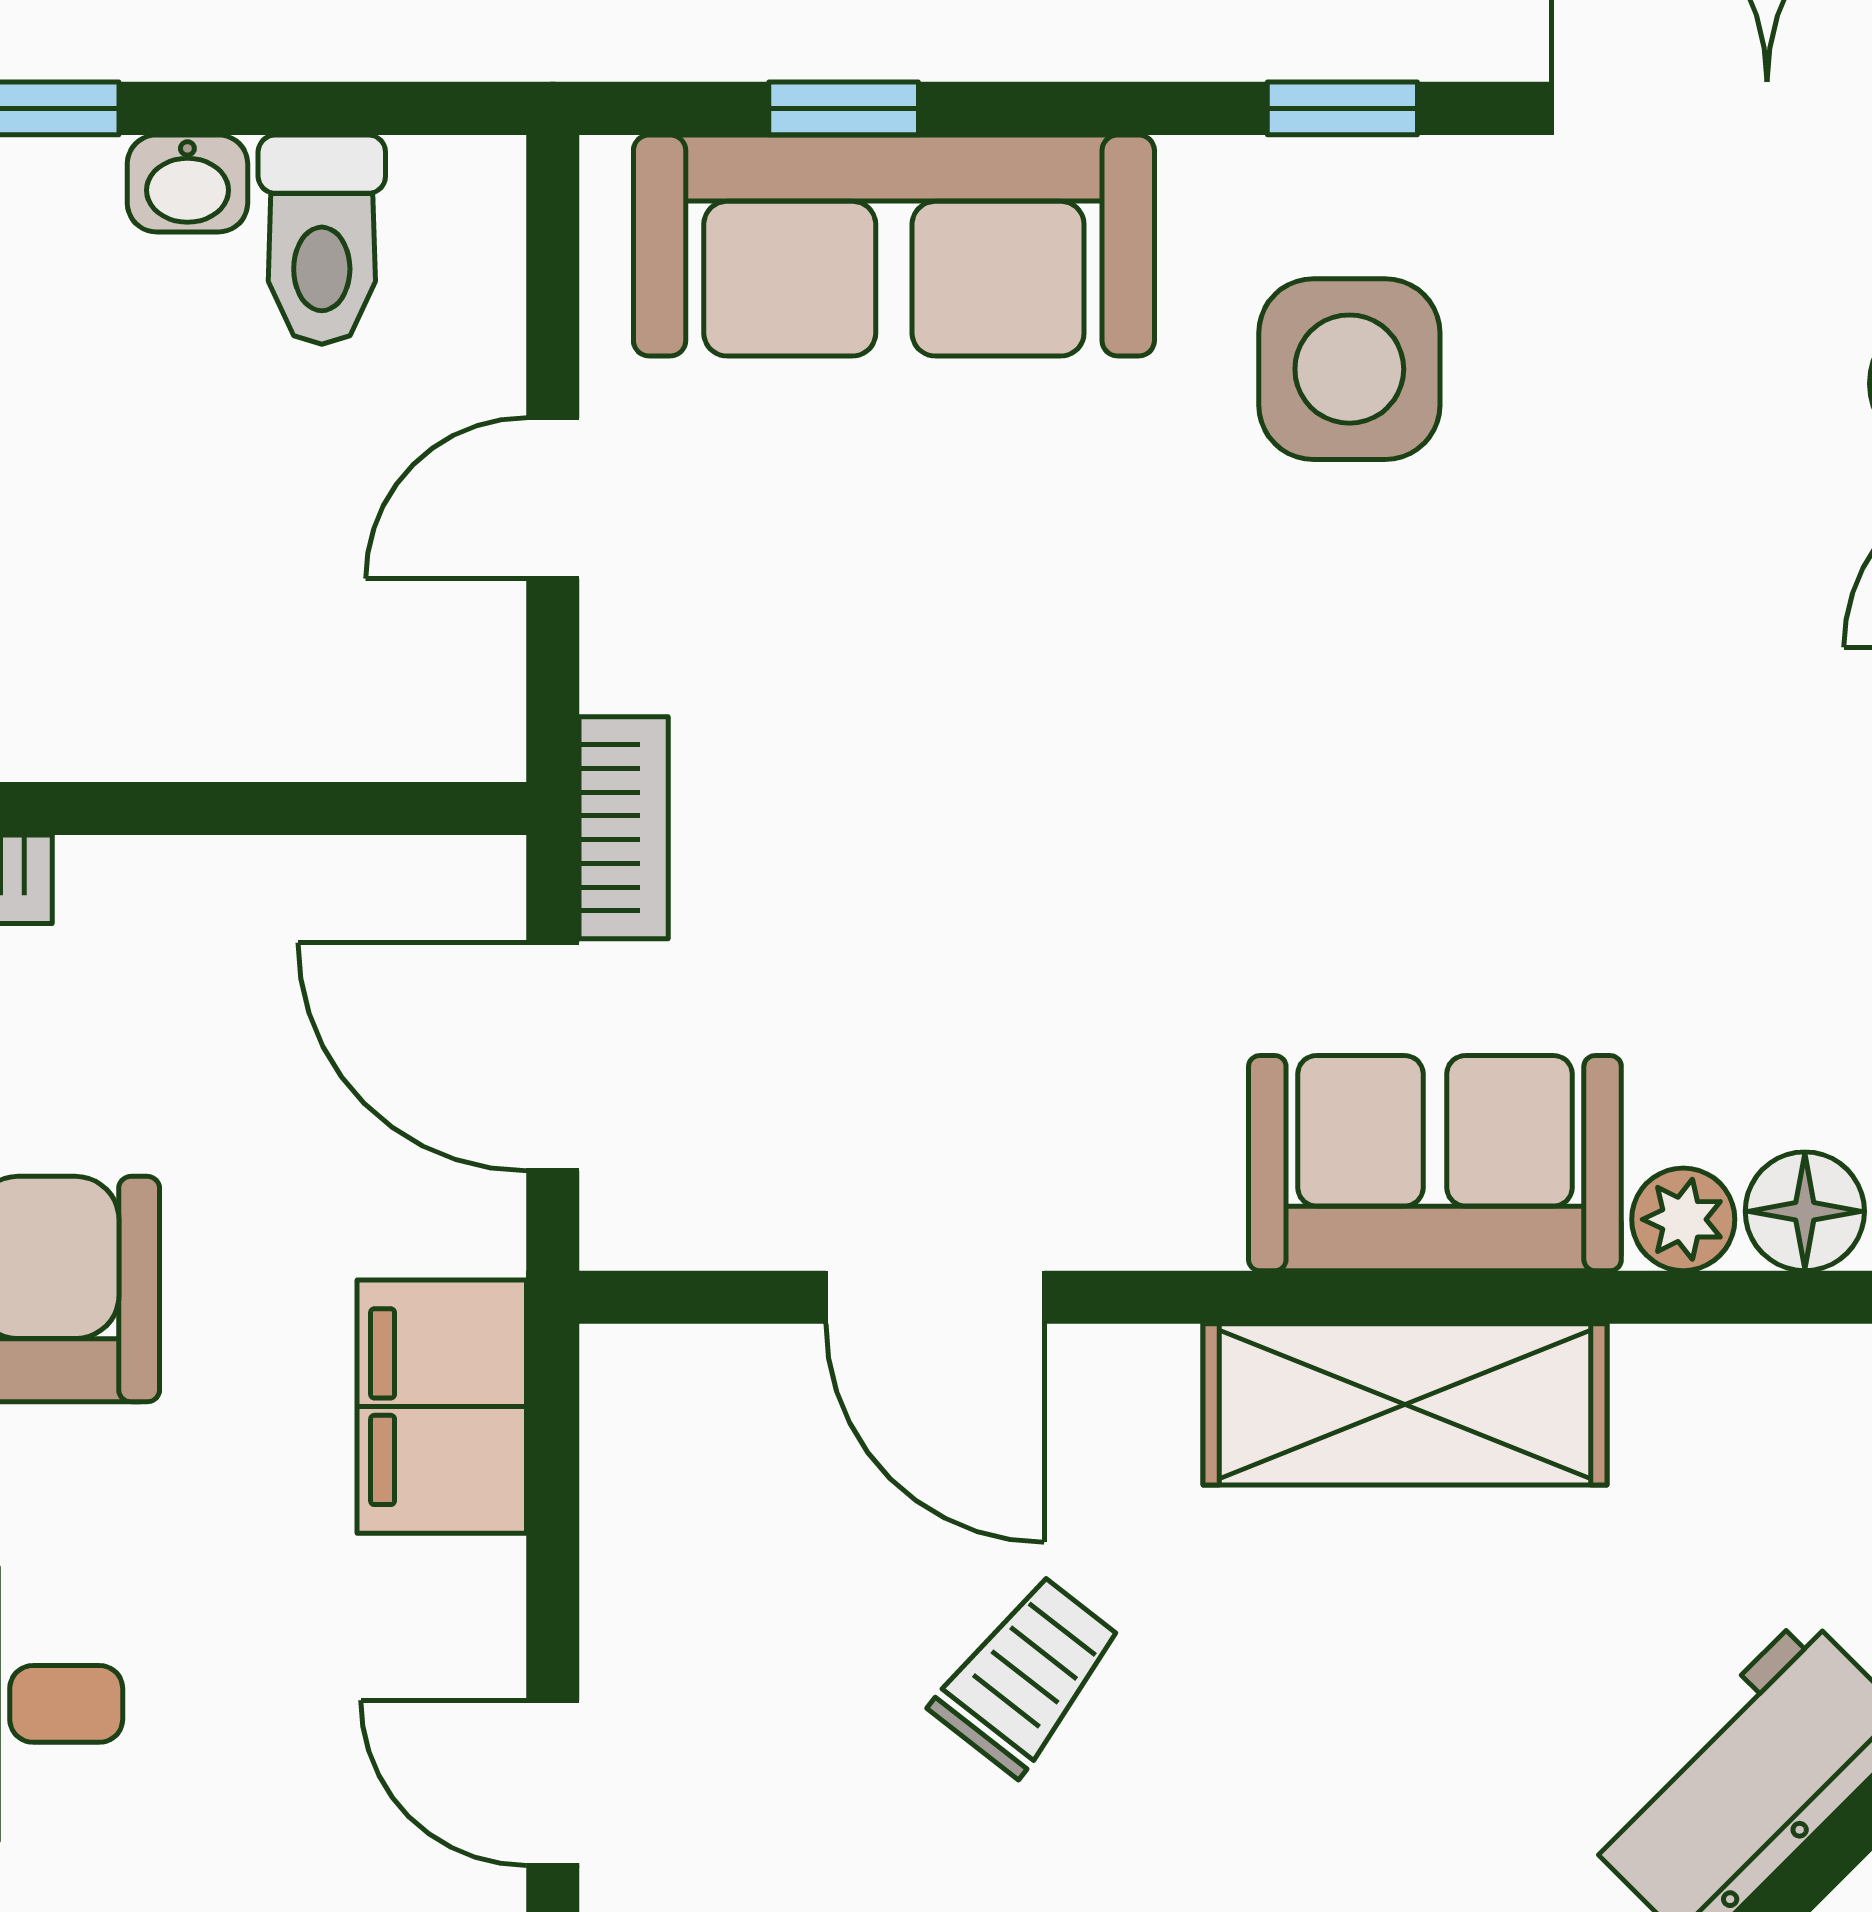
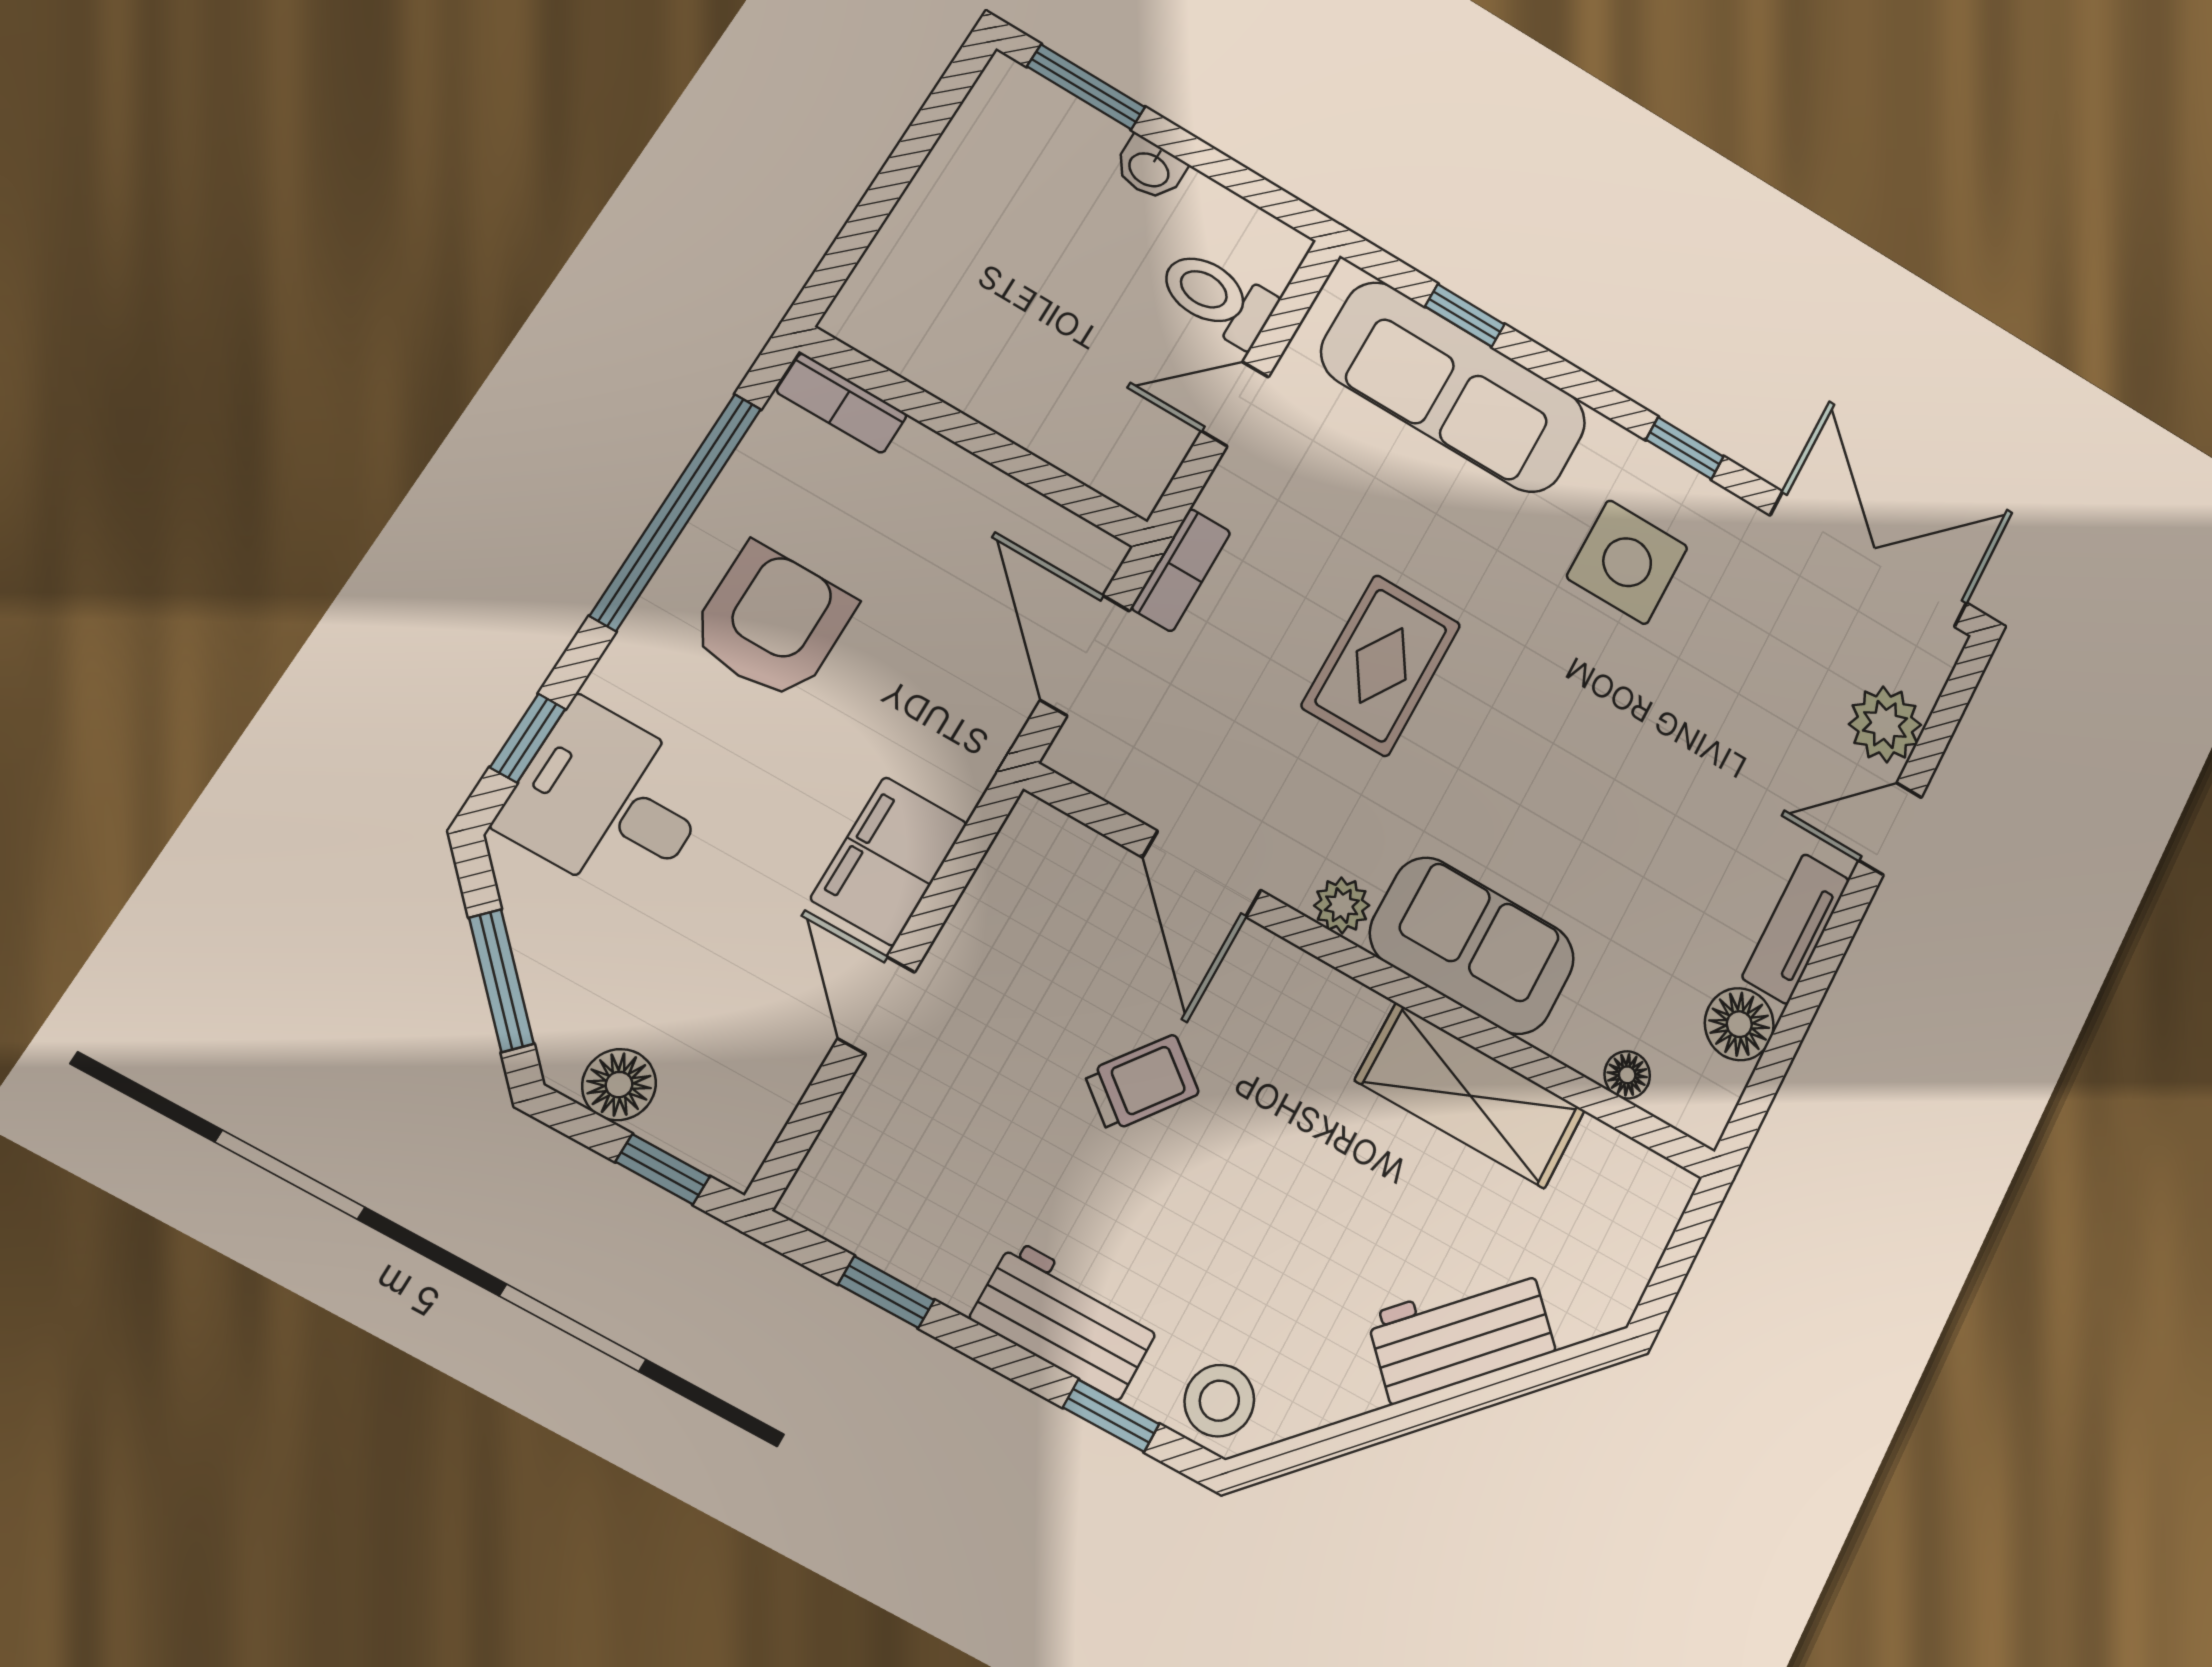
toilet: (322, 240) -> (1217, 297), moved, turned 90
rug: (1034, 791) -> (1381, 665), added
floor lamp: (1805, 1211) -> (1627, 1075), width x0.73, depth x0.73
plant: (1683, 1219) -> (1342, 905), moved
shelving: (1405, 1404) -> (1470, 1096), moved
filing cabinet: (442, 1407) -> (889, 861), moved

